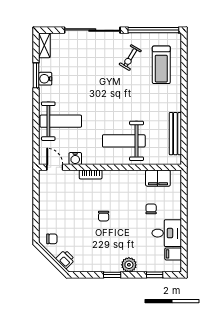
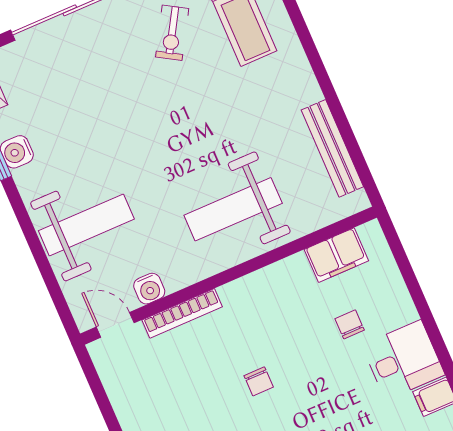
bookcase: (91, 175) -> (182, 313), width x1.56

